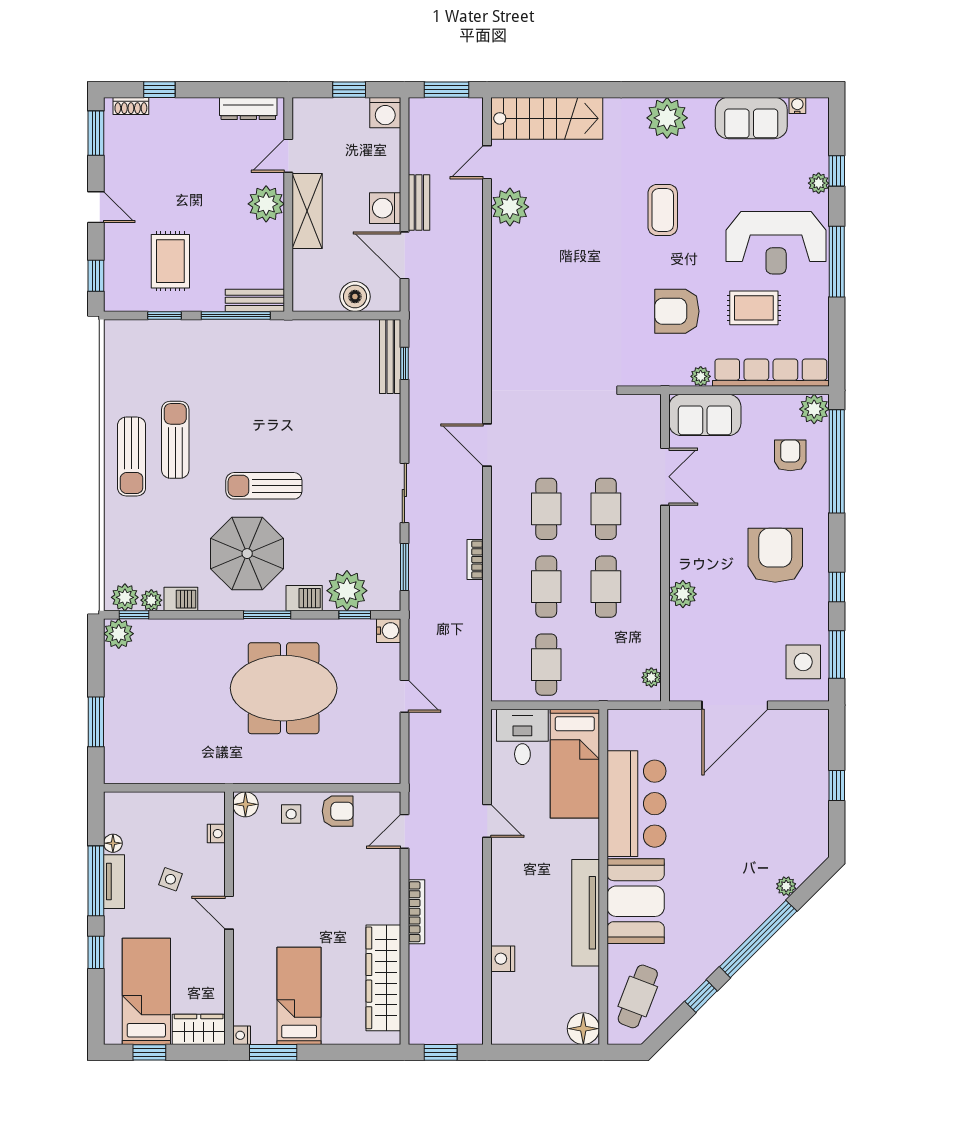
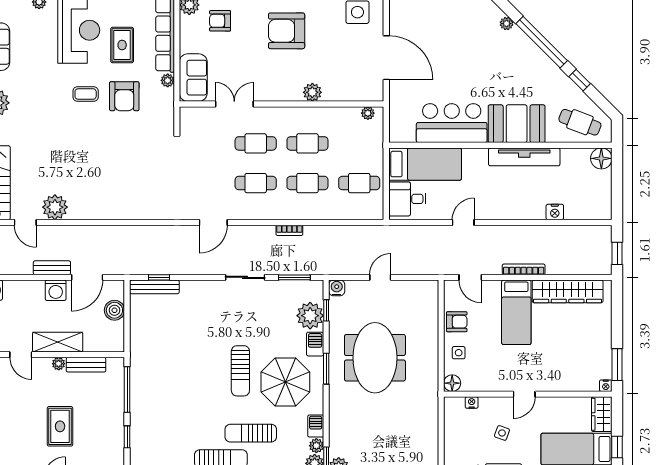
plant: (266, 204) -> (59, 364), width x0.53, depth x0.53
coffee table: (663, 210) -> (86, 94), moved, width x0.73, depth x0.77
rug: (170, 261) -> (60, 426), moved, turned 90
bench: (255, 300) -> (86, 365), moved, turned 90
sun lounger: (175, 440) -> (251, 433), moved
armchair: (338, 811) -> (457, 322), turned 90
bed: (299, 996) -> (516, 312), moved, turned -90

